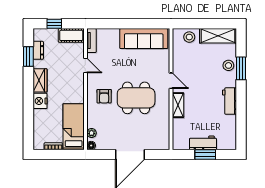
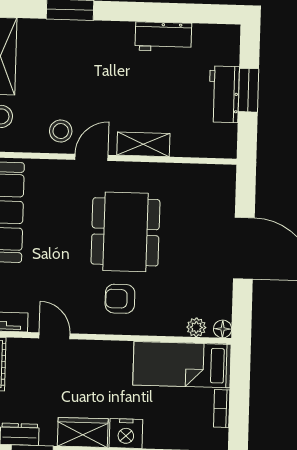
stool: (228, 65) -> (61, 131), moved
door: (85, 66) -> (55, 336), hinge flipped
armchair: (104, 96) -> (120, 299), turned 180
workbench: (229, 101) -> (163, 37), moved

